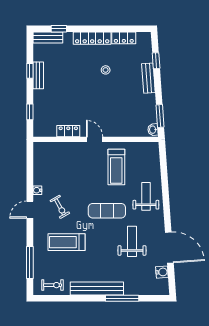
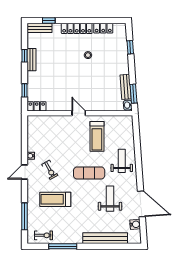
bench: (148, 78) -> (126, 87), moved
locker: (68, 131) -> (37, 106), moved
bench: (97, 288) -> (105, 238), moved
window: (122, 298) -> (63, 246), moved

